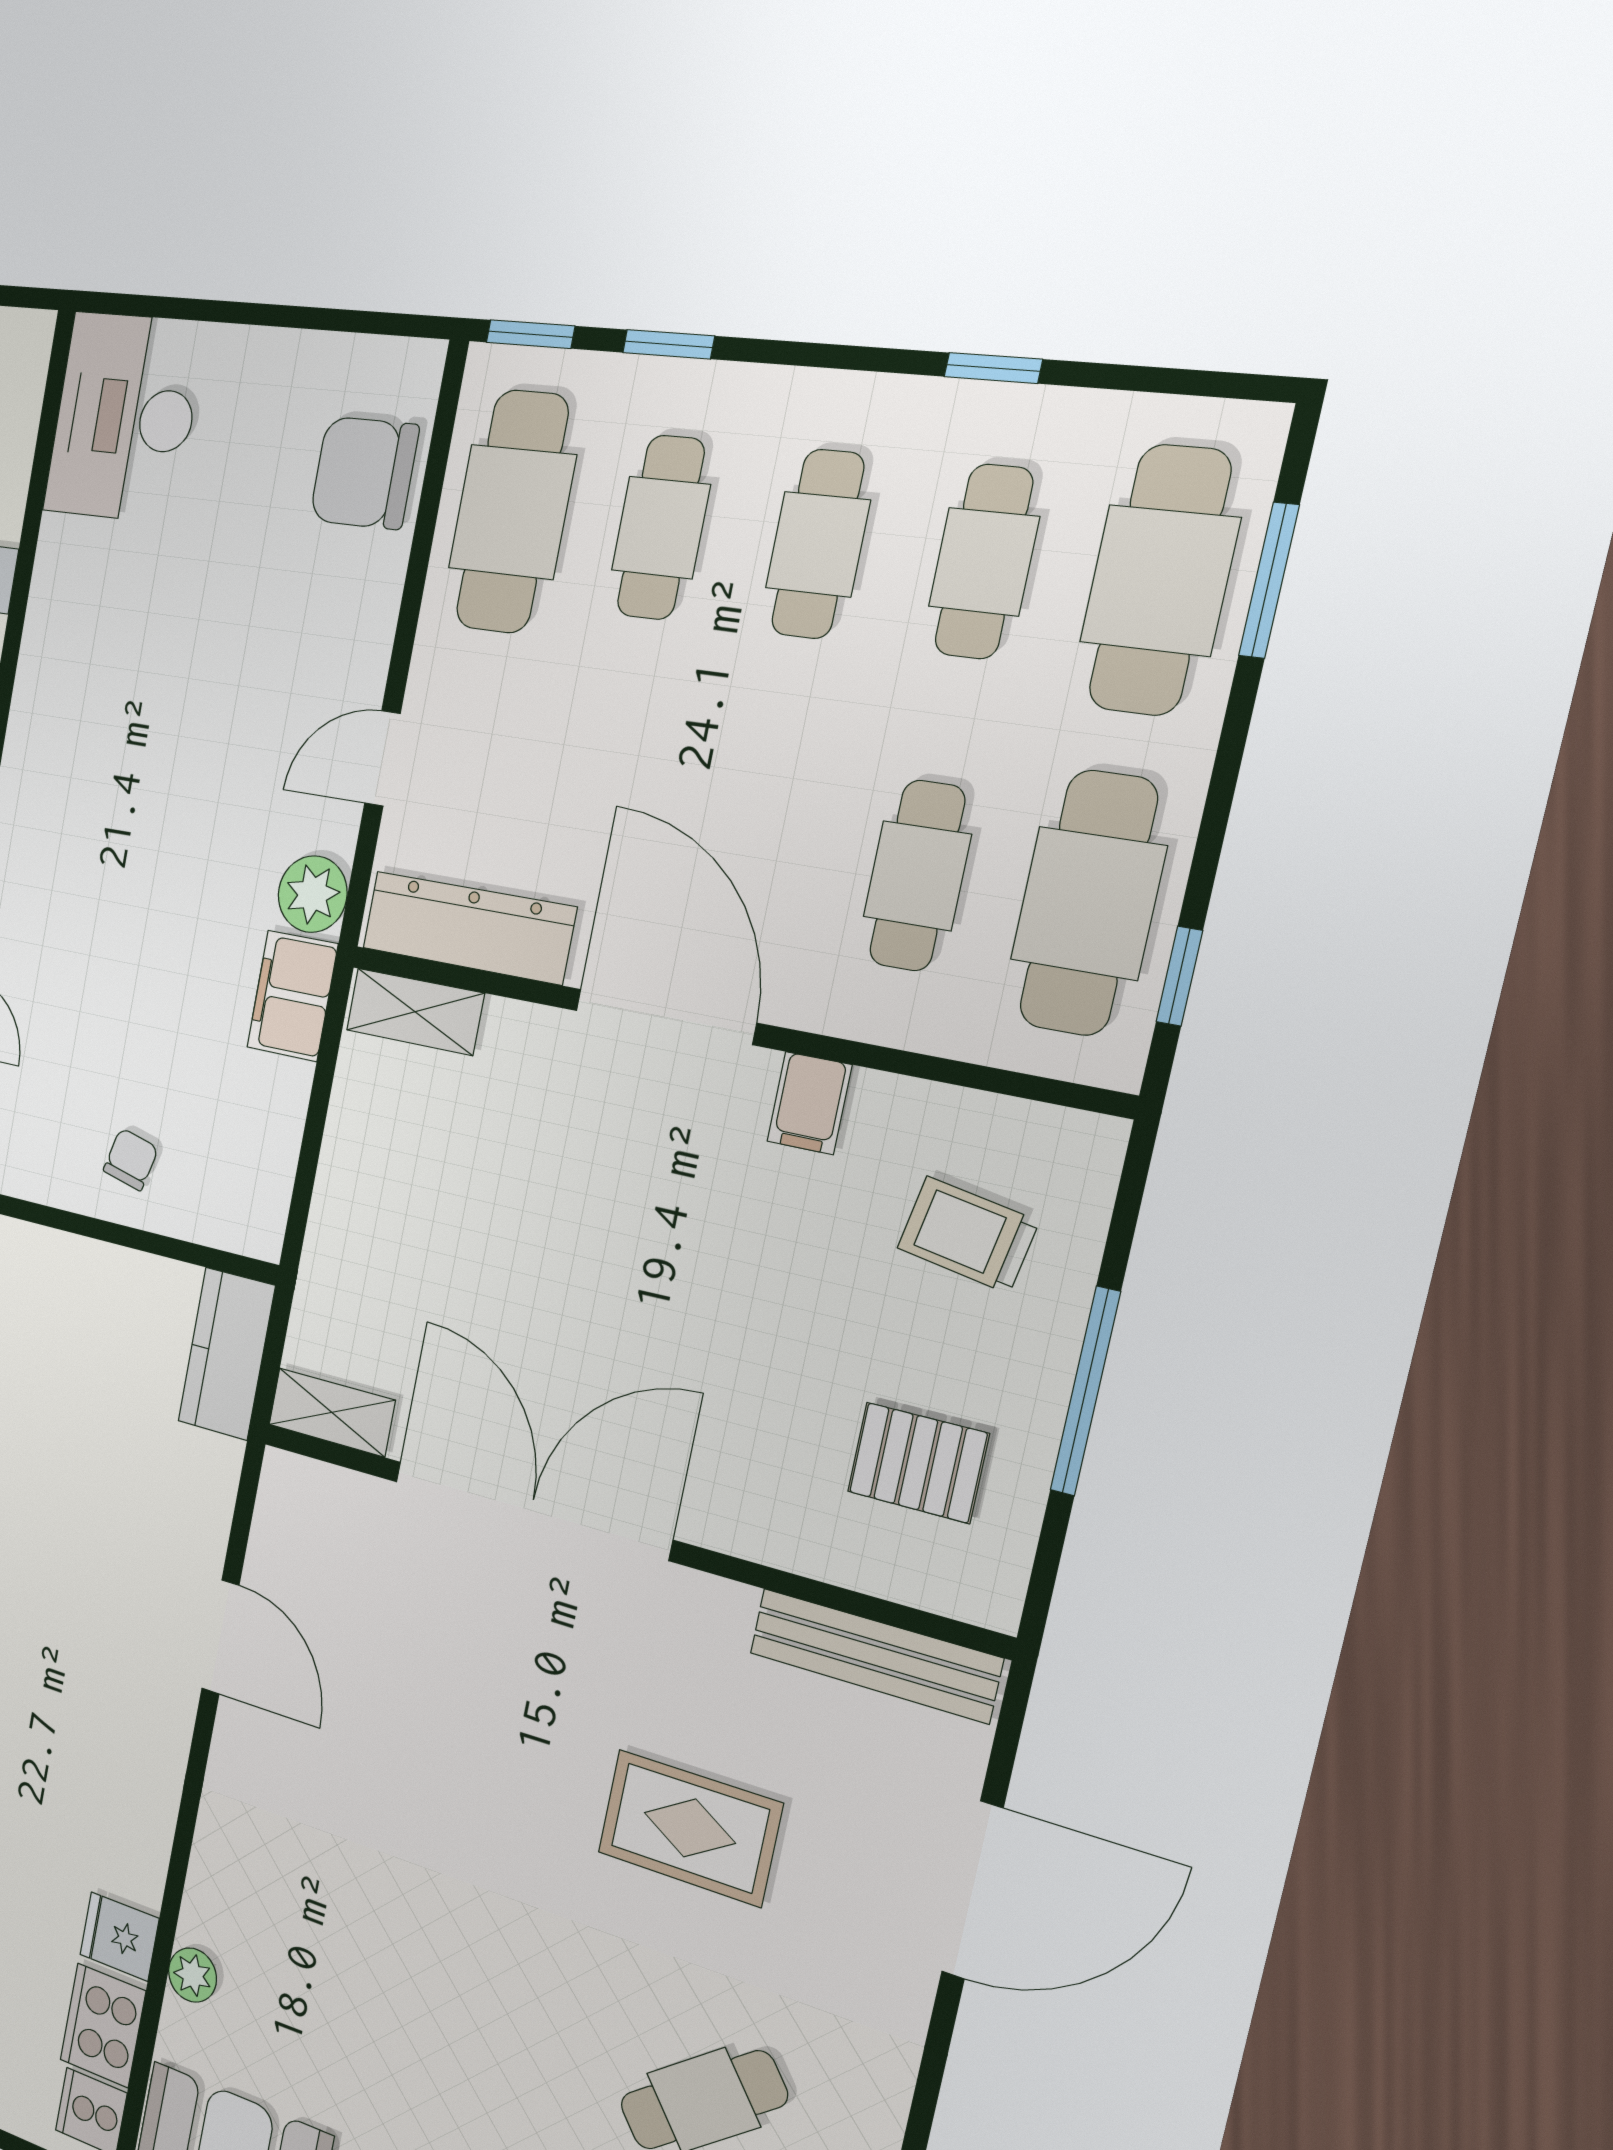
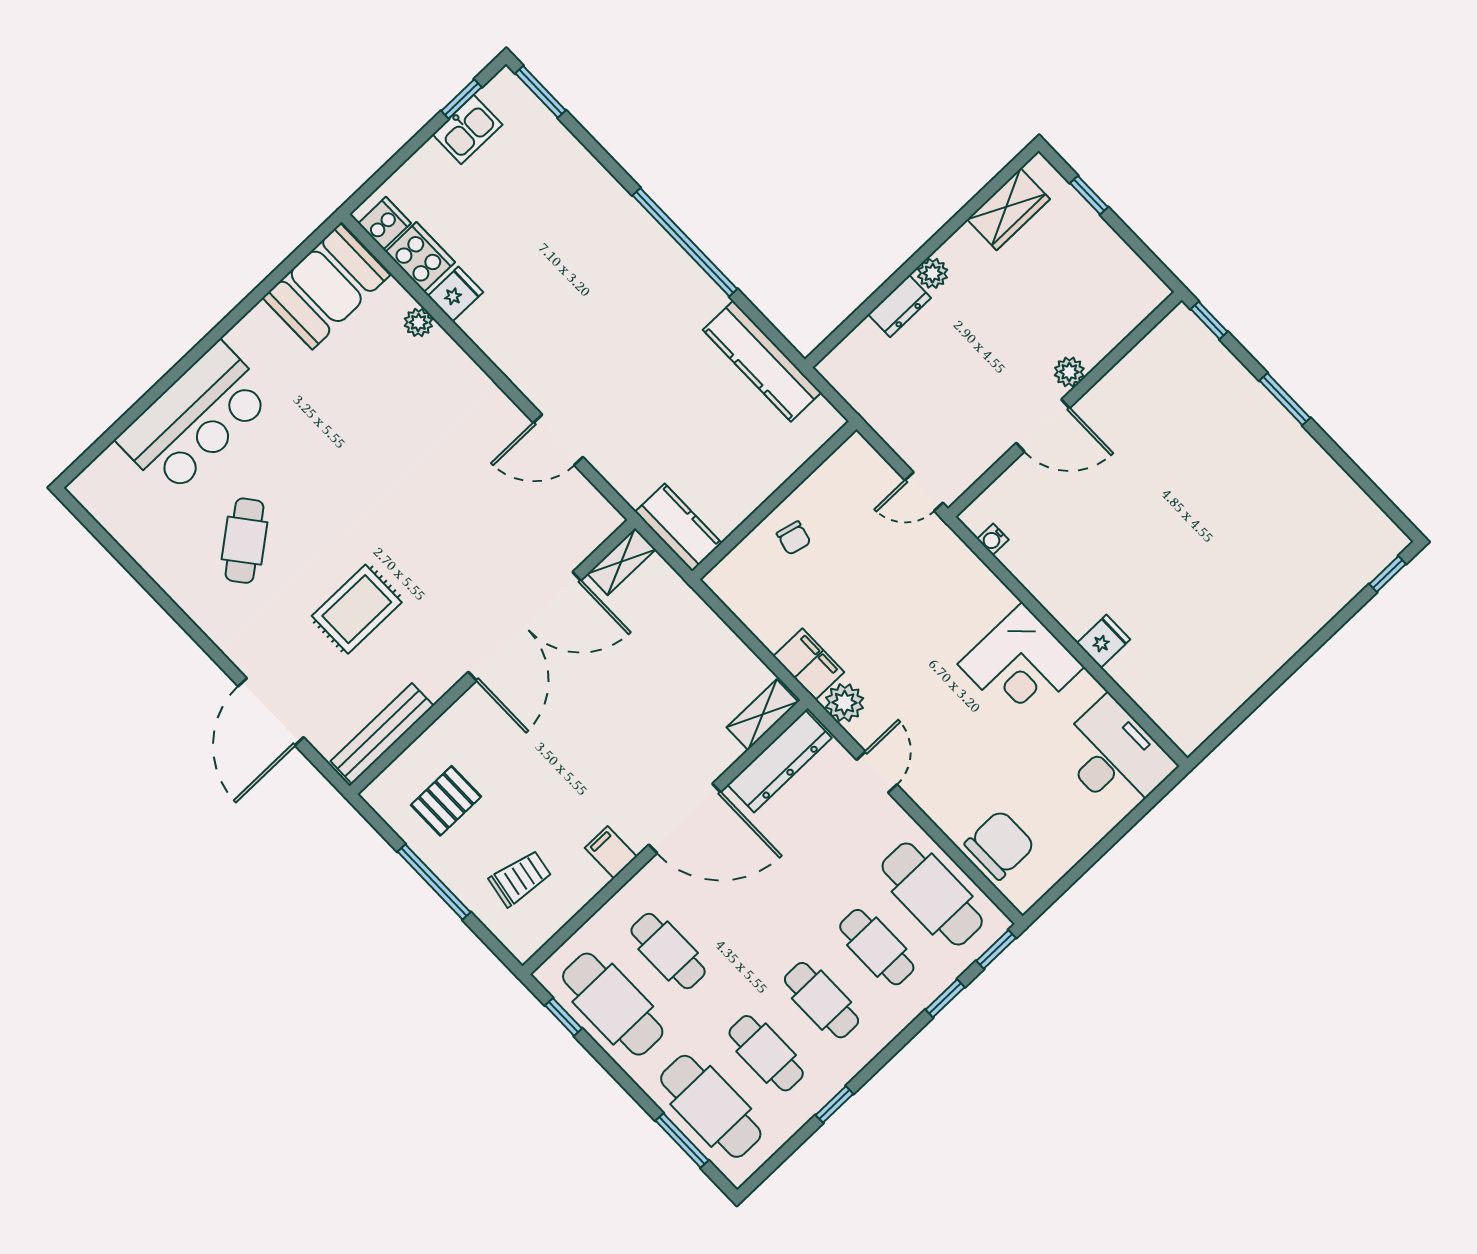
corner desk: (89, 669) -> (1021, 666), added

